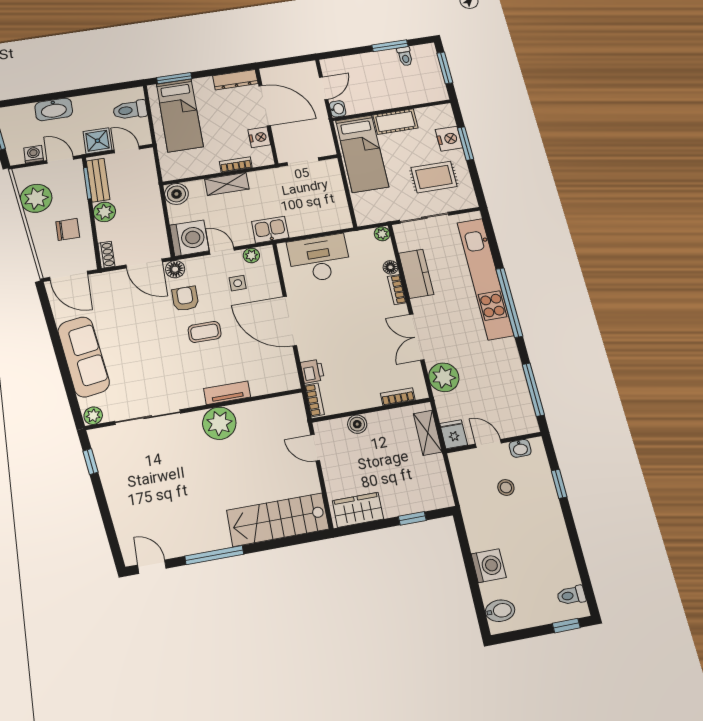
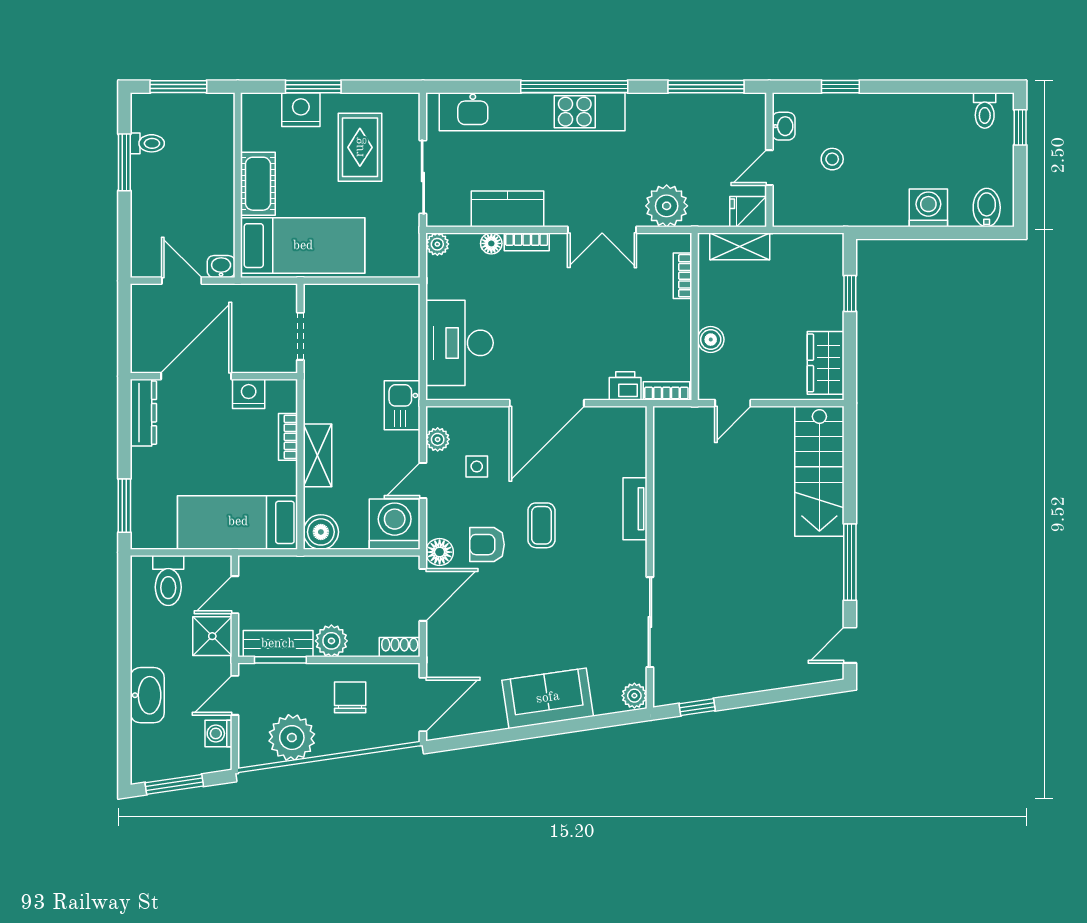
bed: (180, 115) -> (238, 522), moved, turned 180
sofa: (84, 357) -> (548, 698), width x0.73
plant: (219, 423) -> (676, 526), removed

